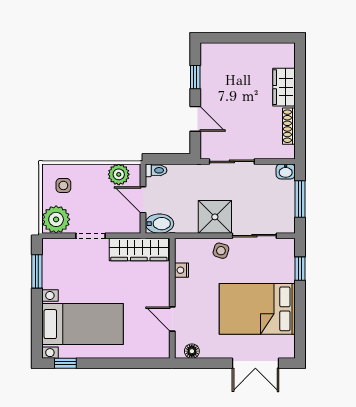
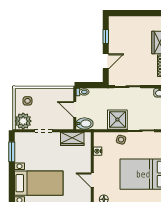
door: (195, 119) -> (106, 61), hinge flipped
plant: (119, 174) -> (60, 94), removed
wardrobe: (139, 249) -> (72, 139), width x0.67

